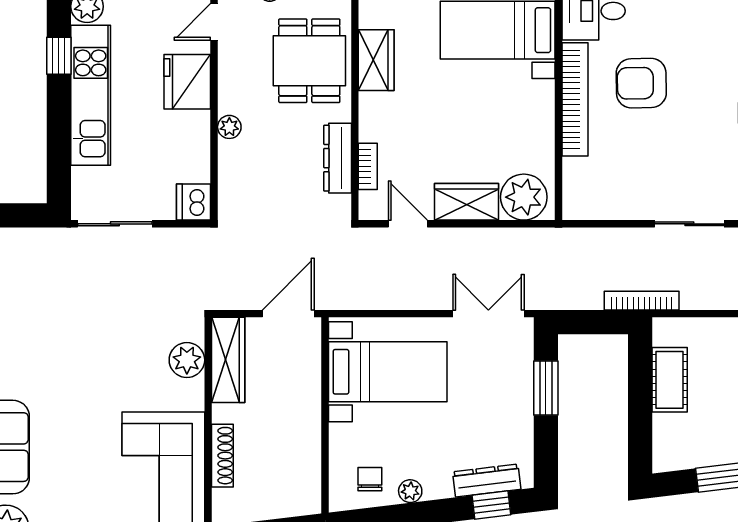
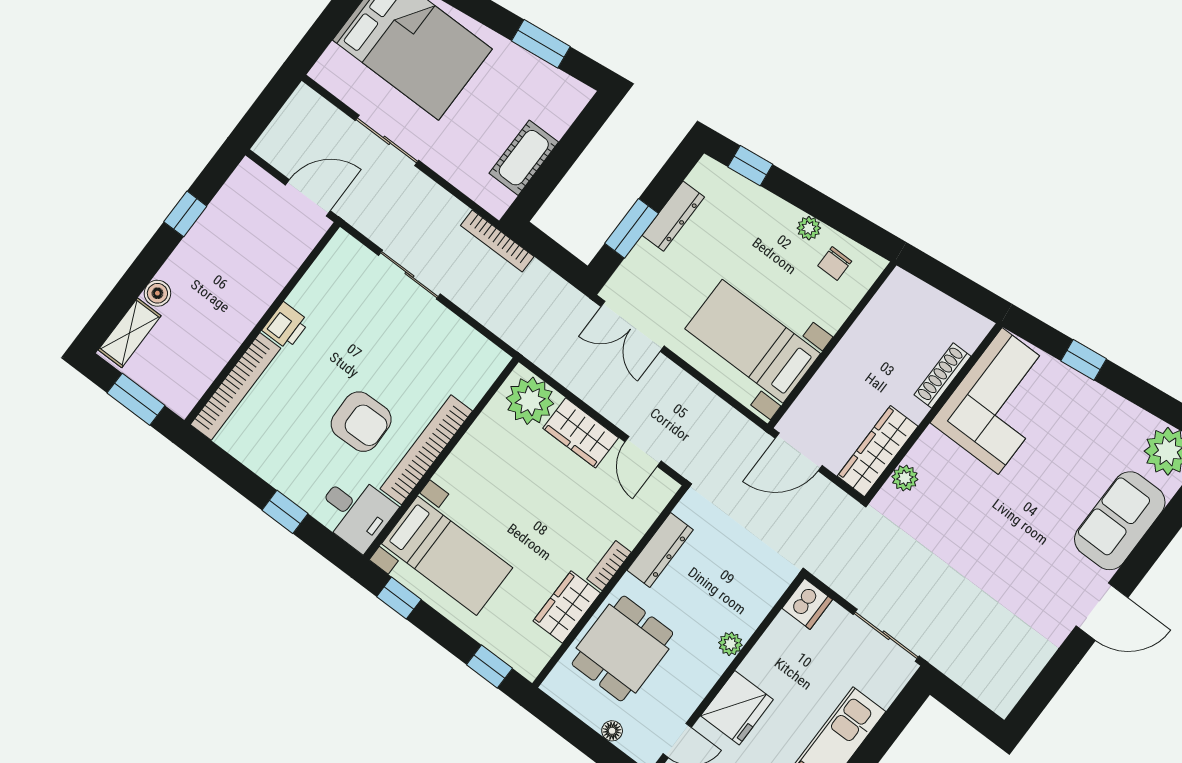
bookcase: (368, 166) -> (609, 566), moved
plant: (187, 360) -> (905, 478), width x0.73, depth x0.73
dresser: (487, 481) -> (673, 216), moved, turned -83

